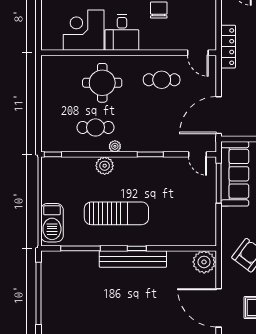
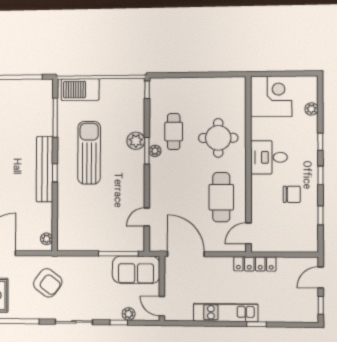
corner desk: (84, 30) -> (271, 96), moved
cafe table: (162, 80) -> (221, 197), width x1.37, depth x1.35
window: (150, 154) -> (147, 151), moved
door: (197, 154) -> (147, 217), moved
sofa: (235, 174) -> (136, 270), width x0.73
sun lounger: (116, 213) -> (89, 153), turned 180
plant: (204, 262) -> (47, 239), width x0.53, depth x0.53

